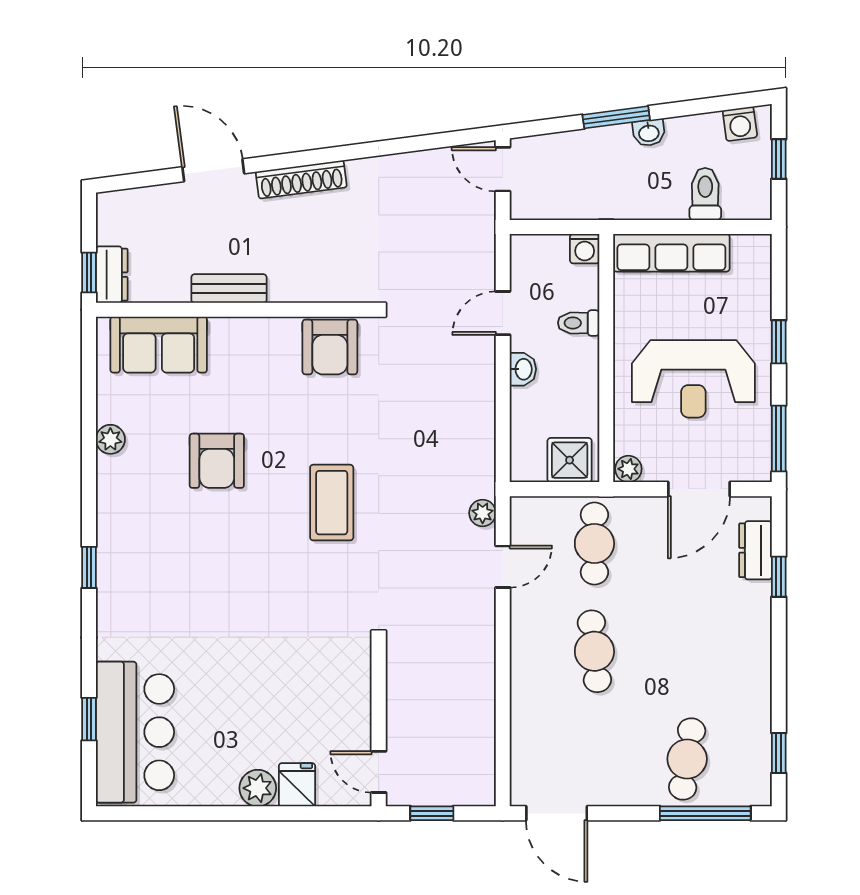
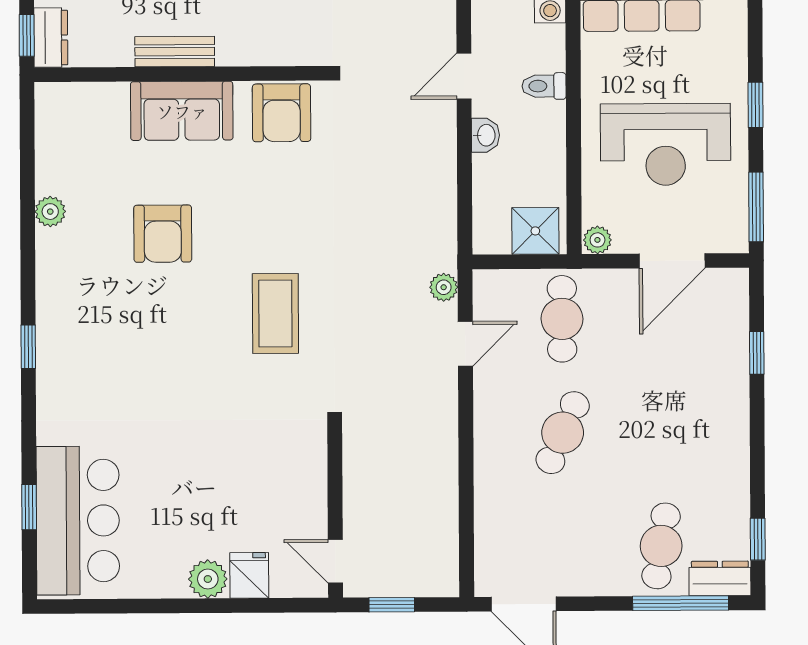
sofa: (159, 345) -> (182, 111), moved
coffee table: (332, 503) -> (275, 313), moved
dresser: (755, 550) -> (720, 578), moved, turned 90
cafe table: (594, 651) -> (563, 433), turned 30

